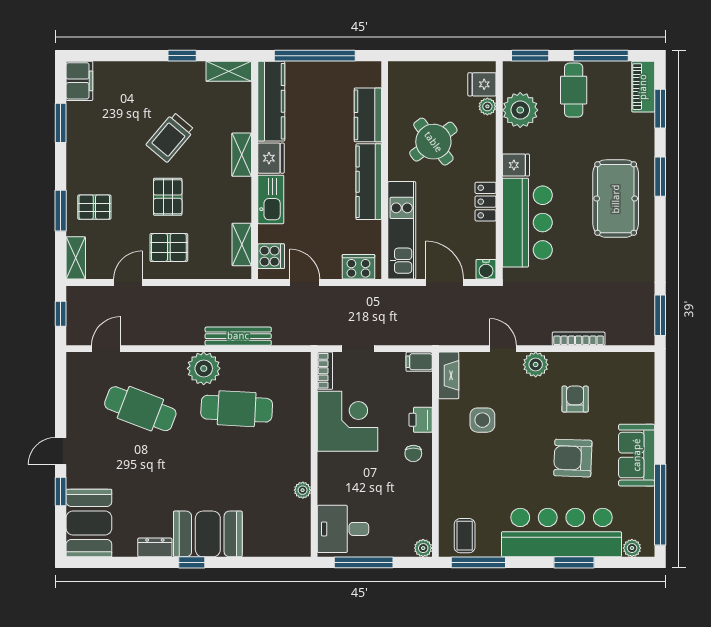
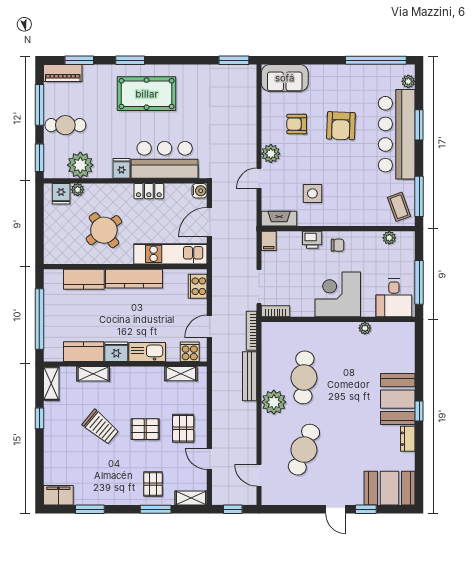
kitchen counter: (271, 101) -> (84, 352), width x0.67
shelving: (242, 155) -> (93, 374), moved
bookcase: (579, 339) -> (251, 331), moved
doorway: (358, 349) -> (259, 287), width x1.38
corner desk: (348, 421) -> (338, 294), moved
sofa: (637, 455) -> (285, 78), moved
coffee table: (465, 536) -> (399, 207), turned 70
plant: (423, 548) -> (389, 238), moved

